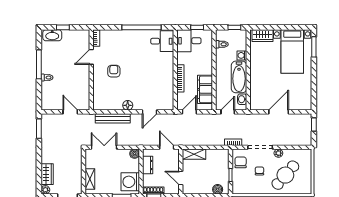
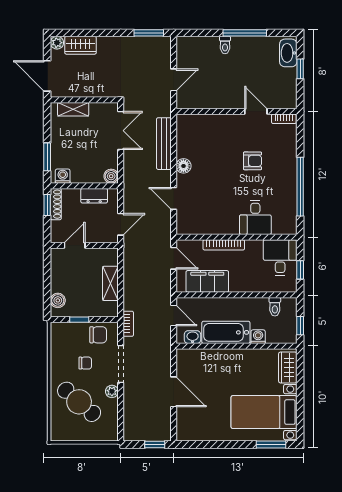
desk: (162, 41) -> (255, 218), moved
armchair: (114, 71) -> (253, 161), moved
shelving: (194, 154) -> (110, 283), moved
washing machine: (130, 182) -> (63, 176), width x0.53, depth x0.53

